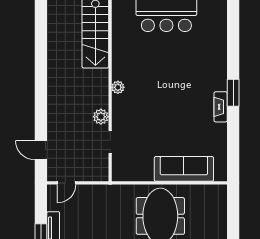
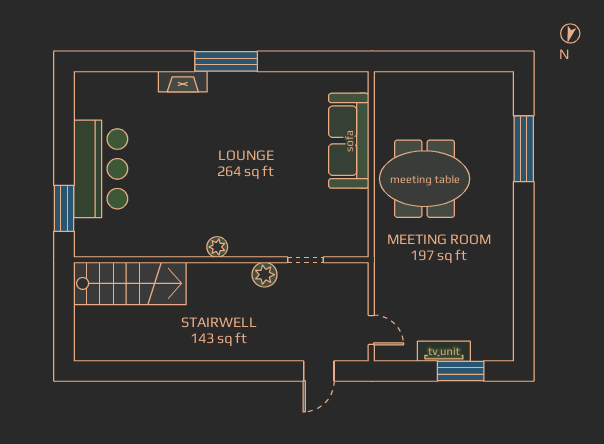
window: (233, 93) -> (226, 61), width x1.44
fireplace: (221, 107) -> (183, 81), moved

